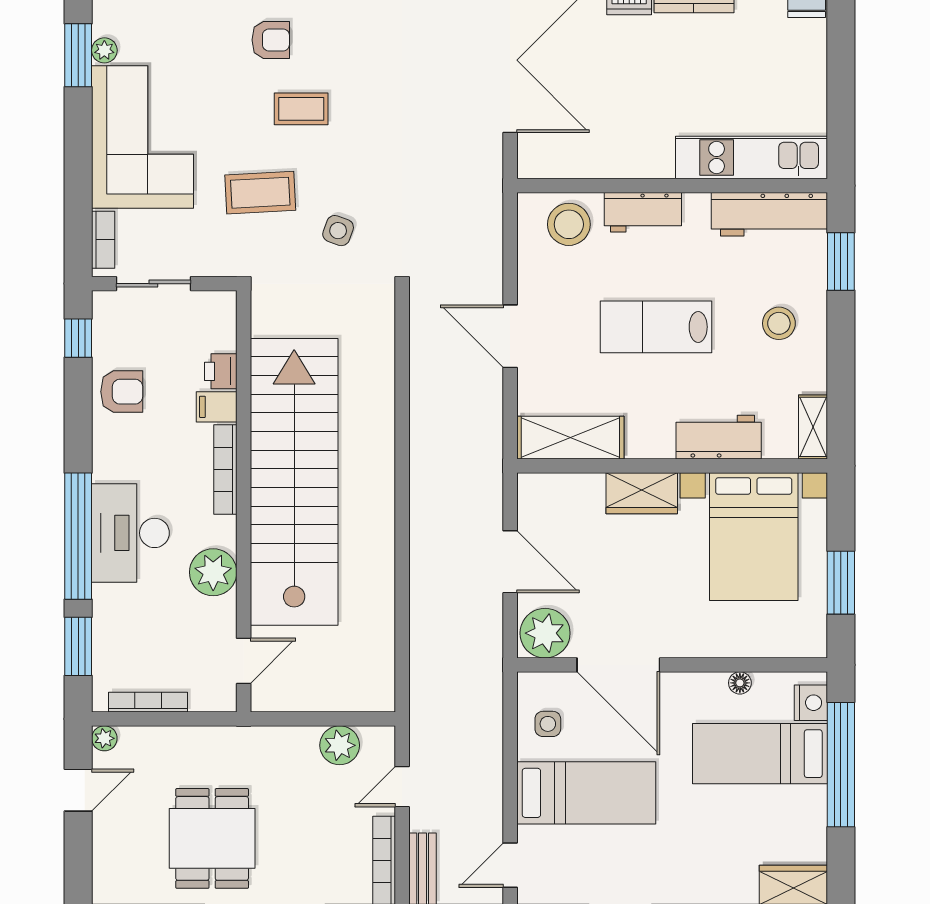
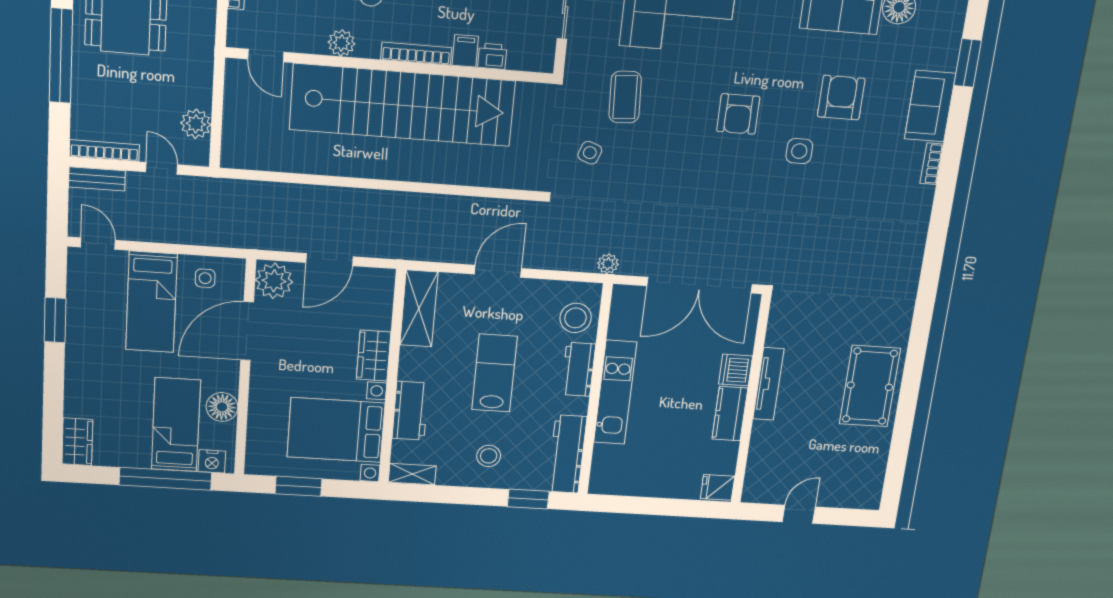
armchair: (271, 40) -> (738, 114), width x1.38, depth x1.38
coffee table: (301, 109) -> (684, 132), removed
kitchen unit: (751, 158) -> (615, 392), moved
plant: (489, 189) -> (608, 264), added
plant: (213, 572) -> (341, 43), width x0.73, depth x0.73
floor lamp: (740, 683) -> (222, 407), width x1.89, depth x1.89

